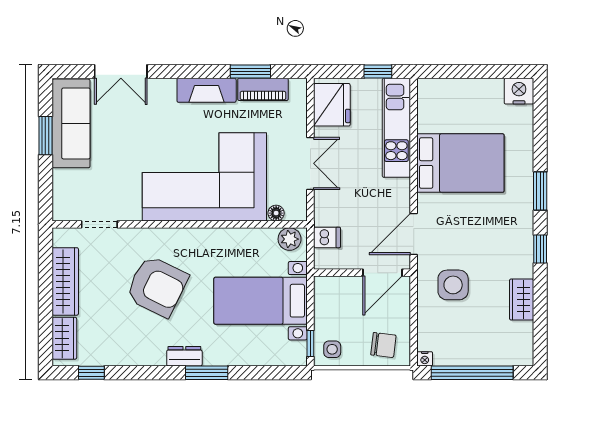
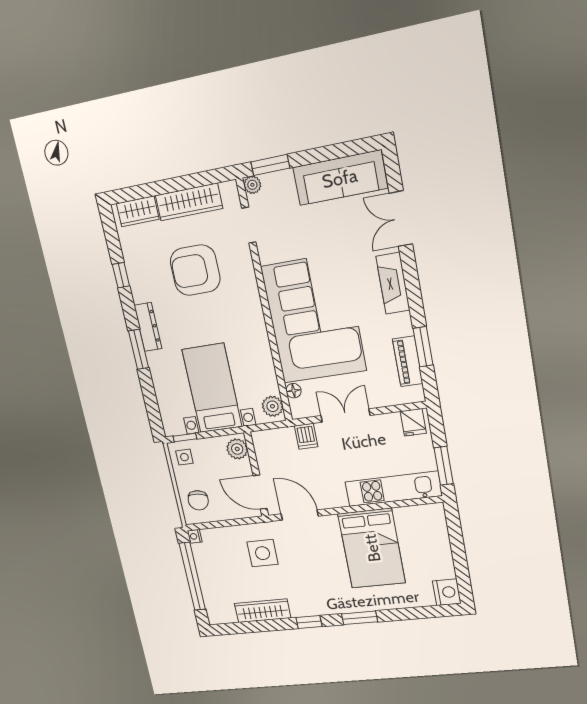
window: (378, 72) -> (444, 466), width x1.50
fireplace: (207, 90) -> (393, 283), moved
fridge: (332, 105) -> (413, 422), width x0.53, depth x0.75
window: (45, 136) -> (270, 165), moved
double door: (310, 163) -> (345, 416), swing flipped
plant: (61, 212) -> (252, 185), added
dishwasher: (327, 237) -> (306, 436), moved
armchair: (157, 286) -> (195, 270), moved, turned 64
plant: (331, 288) -> (237, 449), added
wardrobe: (522, 299) -> (263, 611), width x1.50
dresser: (184, 356) -> (148, 327), width x1.44
window: (91, 373) -> (121, 275), moved

